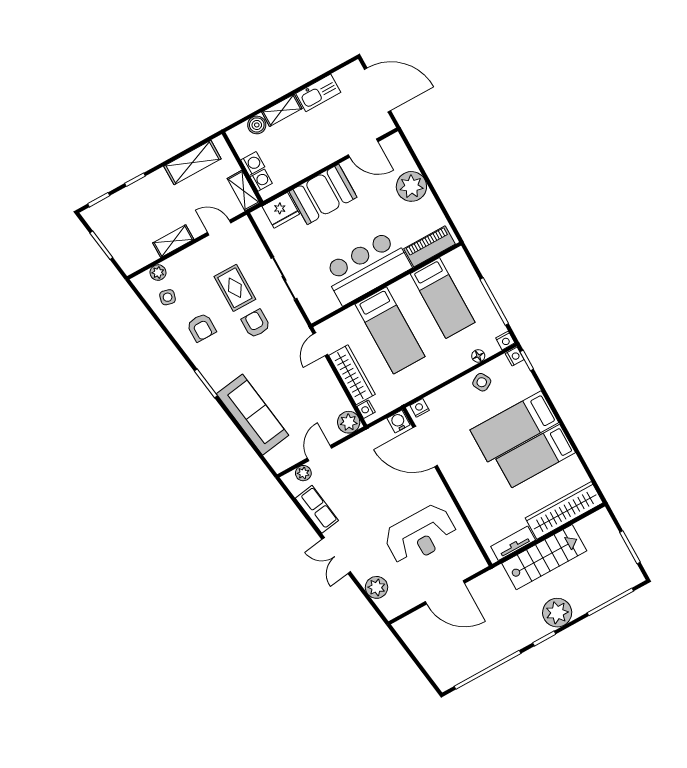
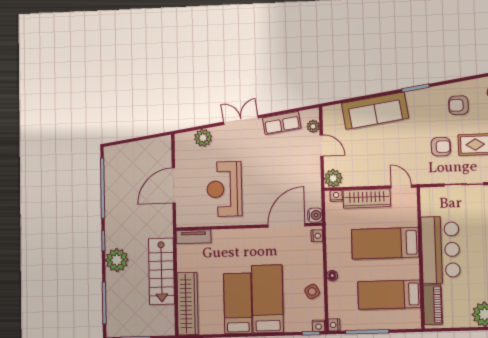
floor lamp: (478, 356) -> (332, 276), moved
tv unit: (513, 543) -> (194, 237), moved, turned 90

